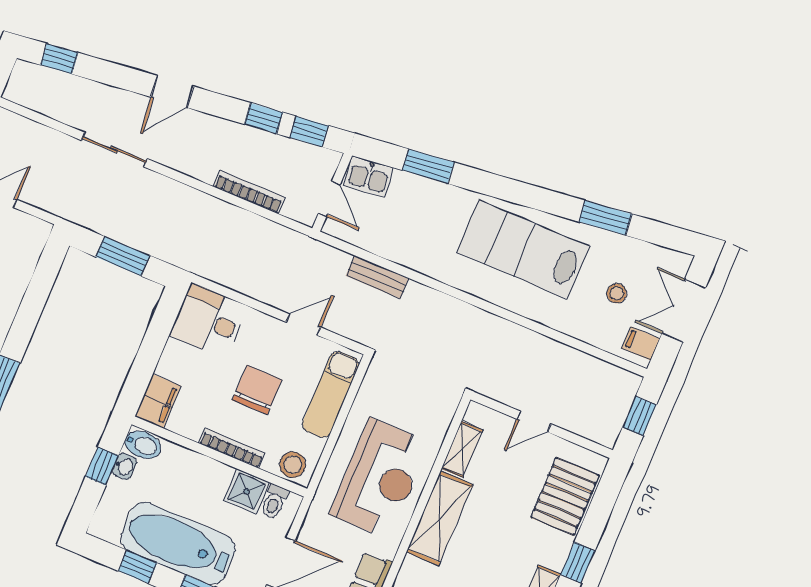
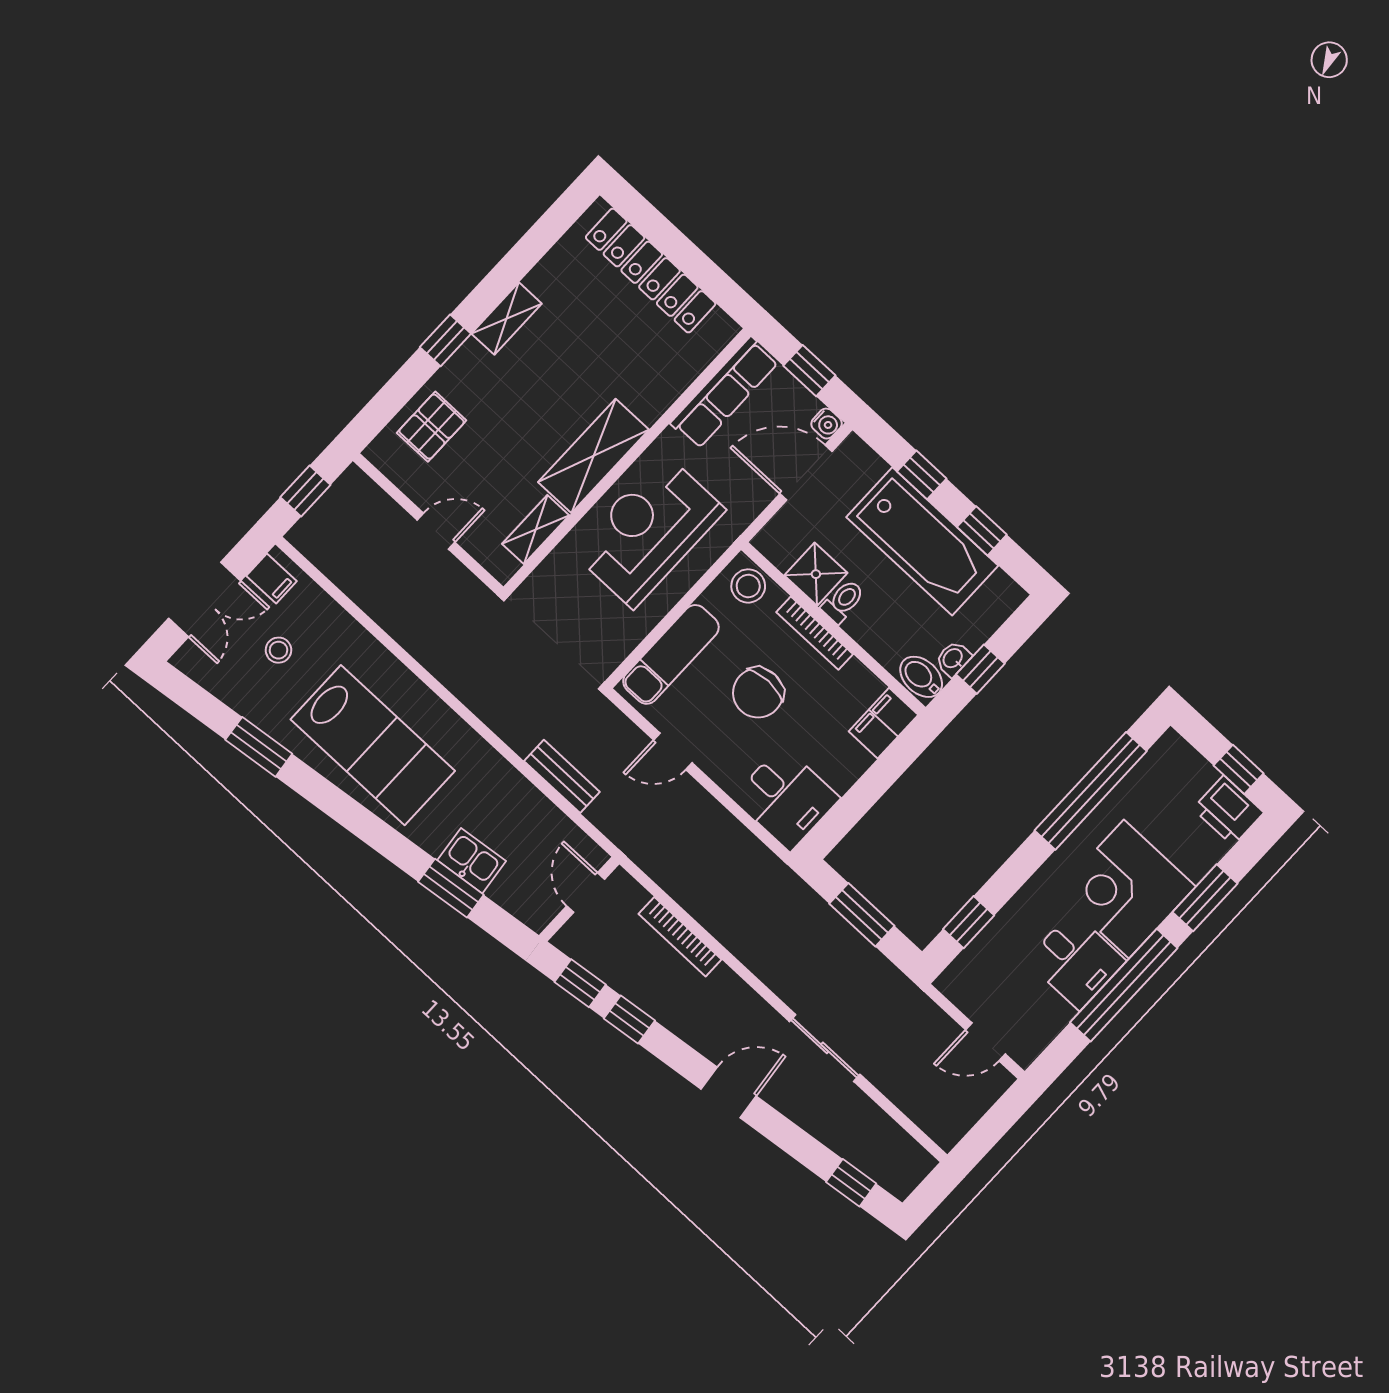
kitchen sink: (369, 177) -> (472, 861), moved
window: (43, 279) -> (969, 922), added
pallet: (565, 496) -> (432, 427), width x0.67, depth x0.71
toilet: (274, 502) -> (843, 601), moved

